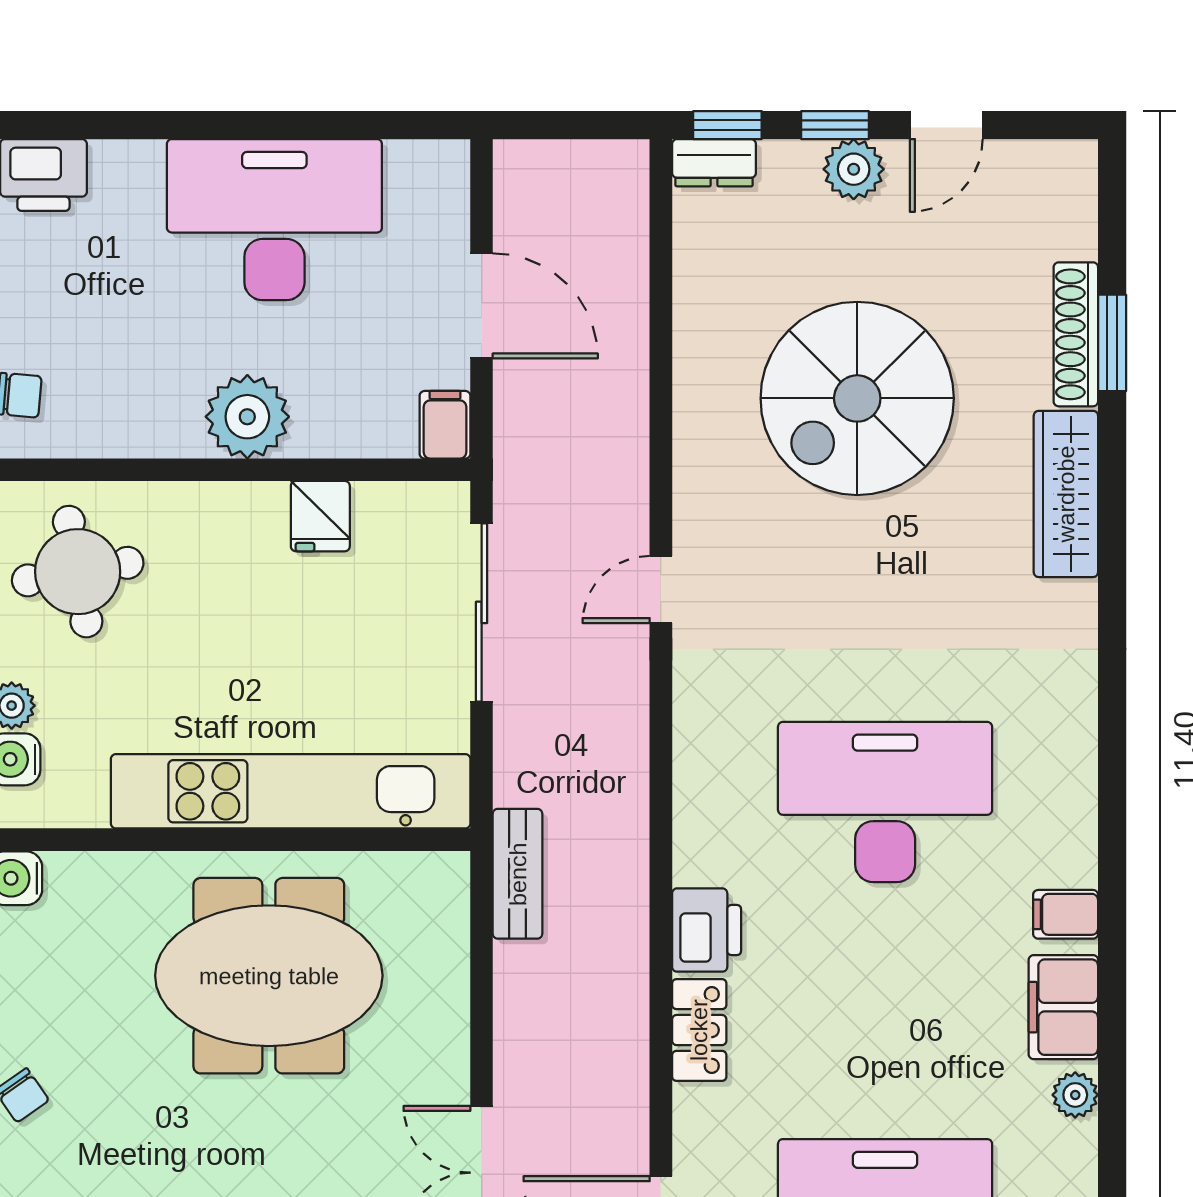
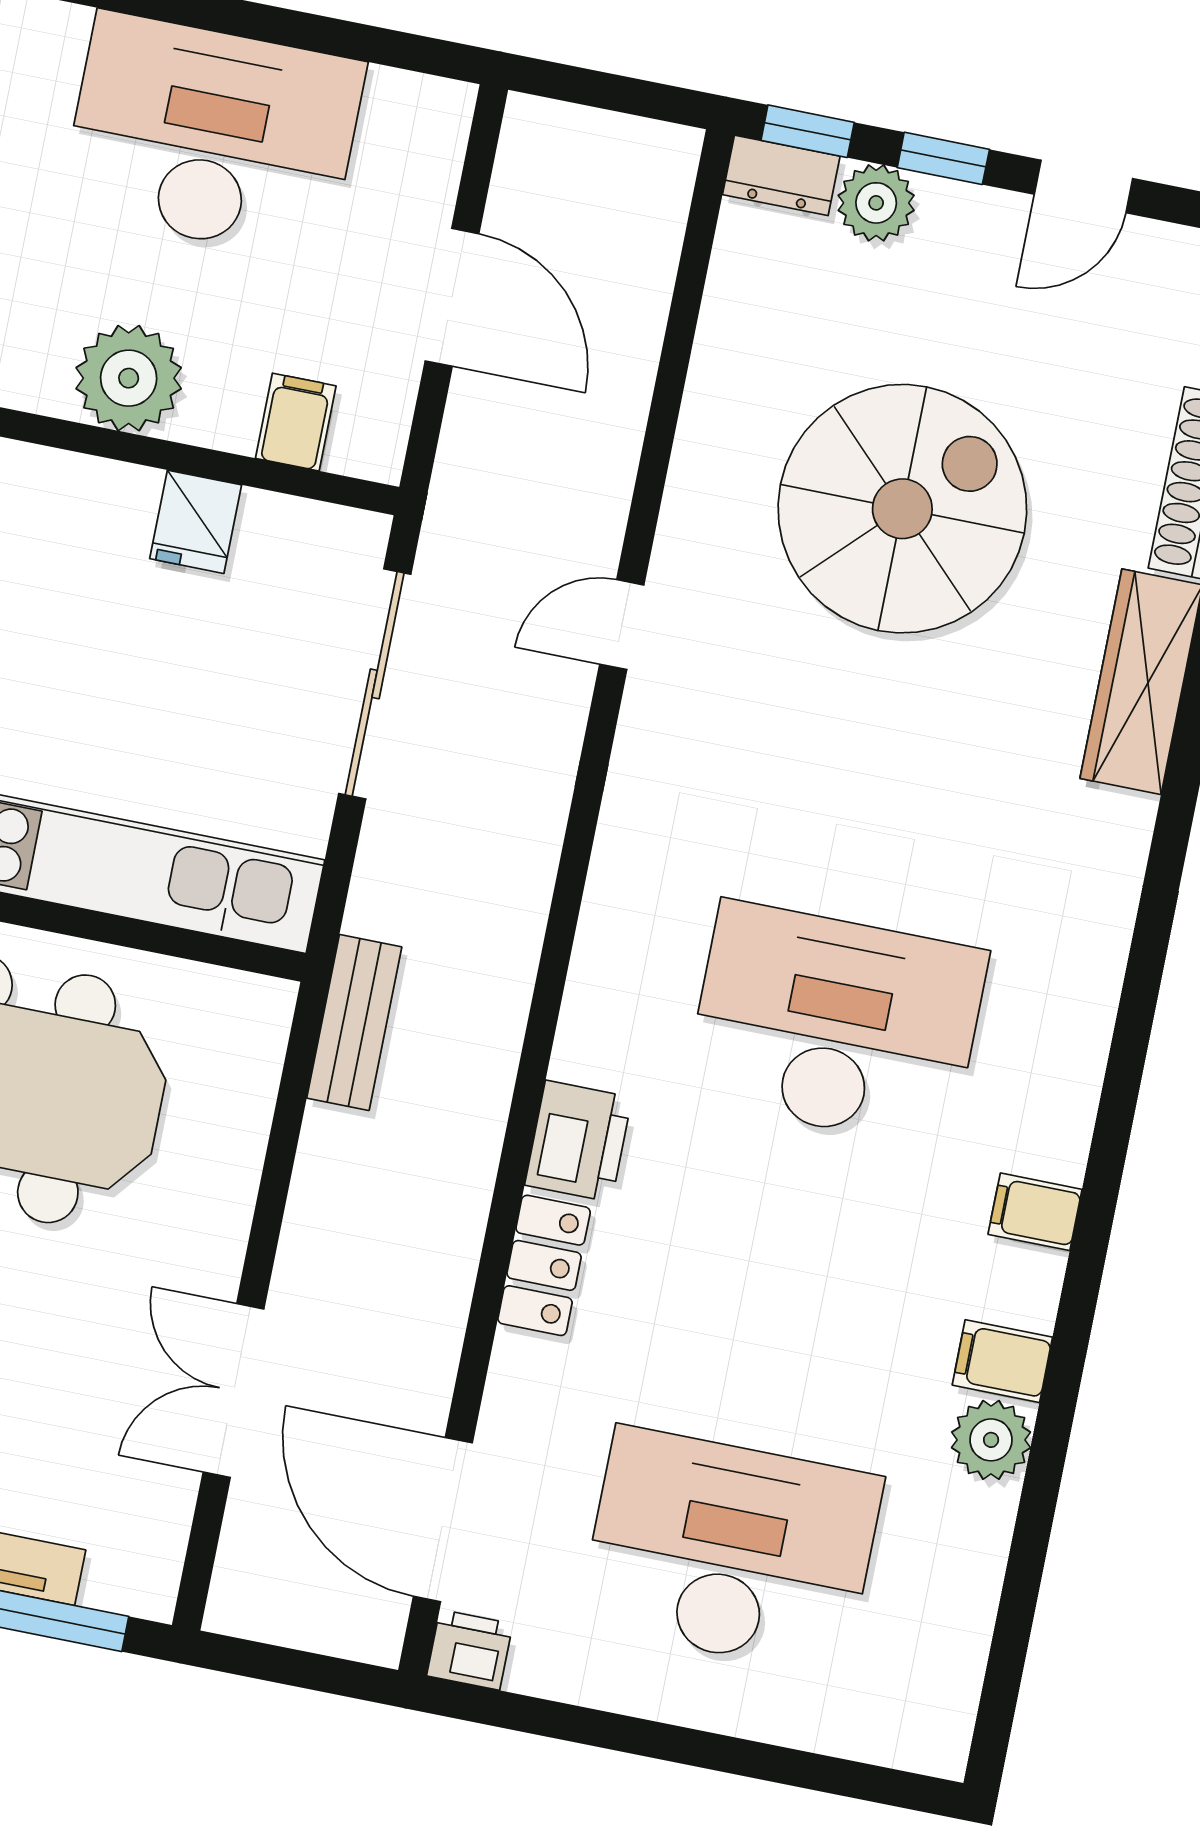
plant: (854, 169) -> (876, 203), moved
spiral stairs: (857, 398) -> (902, 509), turned 180
filing cabinet: (445, 425) -> (296, 422), moved
door: (661, 590) -> (622, 625), moved
filing cabinet: (1063, 1007) -> (1002, 1361), width x0.50
plant: (1075, 1095) -> (991, 1440), width x1.38, depth x1.38

